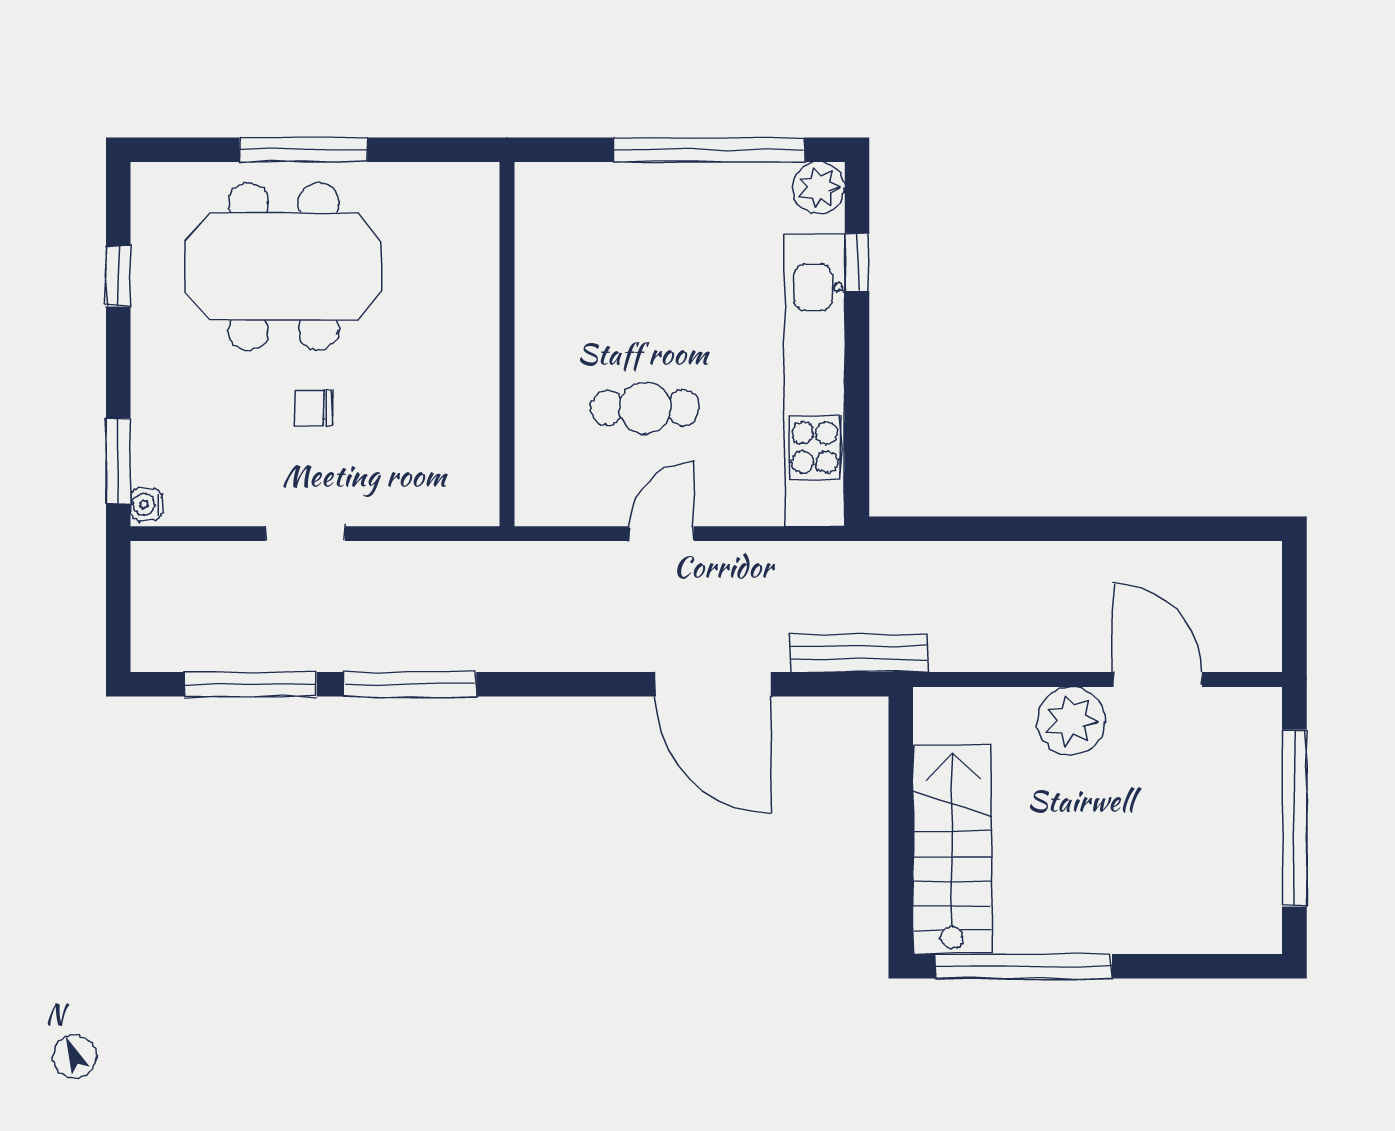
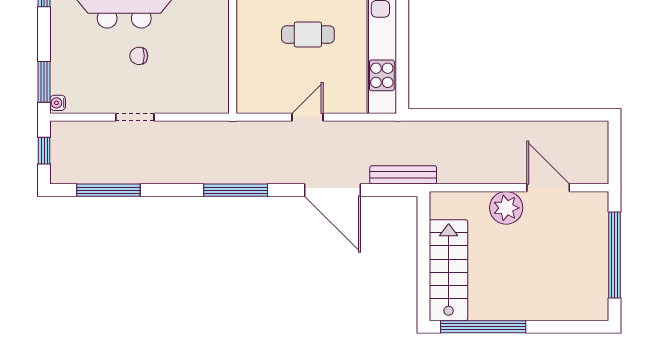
cafe table: (645, 408) -> (308, 35), moved
window: (118, 603) -> (44, 151), added
window: (410, 684) -> (236, 190), moved

